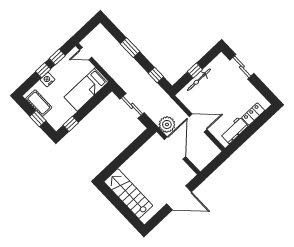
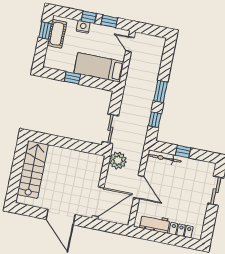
window: (130, 48) -> (161, 91), moved
bicycle: (199, 80) -> (164, 158), moved
sliding door: (132, 106) -> (110, 129), moved
window: (38, 119) -> (45, 31), moved
window: (71, 124) -> (72, 78), moved
door: (175, 148) -> (98, 202), moved

